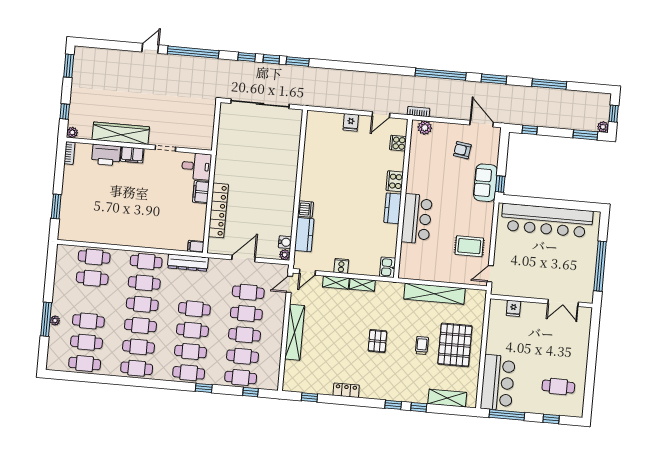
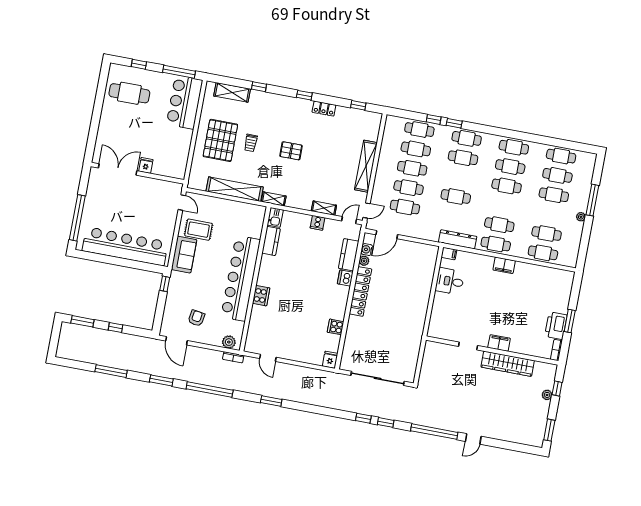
window: (298, 62) -> (271, 401), moved
window: (614, 114) -> (55, 338), removed
door: (381, 115) -> (268, 358), swing flipped
fridge: (351, 122) -> (330, 360), moved
plant: (603, 127) -> (66, 327), removed
window: (530, 130) -> (116, 327), moved
plant: (72, 132) -> (547, 395), moved
cooker: (398, 143) -> (336, 327), moved, turned 180
armchair: (462, 150) -> (196, 318), turned -89
printer: (106, 155) -> (556, 326), moved, turned -90
desk: (196, 166) -> (450, 281), moved
sofa: (486, 183) -> (184, 255), moved
filing cabinet: (201, 192) -> (504, 265), moved, turned 90
window: (56, 206) -> (570, 321), moved
kitchen counter: (393, 208) -> (271, 241), moved
locker: (218, 210) -> (360, 291), moved, turned 180
bar counter: (417, 219) -> (241, 278), width x1.86
plant: (285, 255) -> (364, 261), moved
door: (244, 258) -> (387, 235), moved
window: (600, 266) -> (77, 218), moved
door: (490, 274) -> (182, 203), hinge flipped
shelving: (362, 285) -> (274, 199), moved
double door: (563, 303) -> (118, 169), width x1.37
cafe table: (142, 304) -> (503, 205), removed
fridge: (513, 308) -> (146, 166), moved
plant: (55, 321) -> (581, 217), moved
cafe table: (192, 330) -> (459, 177), removed
pallet: (377, 341) -> (291, 151), turned 90
cafe table: (558, 387) -> (129, 93), width x1.37, depth x1.35
window: (250, 392) -> (434, 119), moved
window: (393, 405) -> (304, 95), moved

